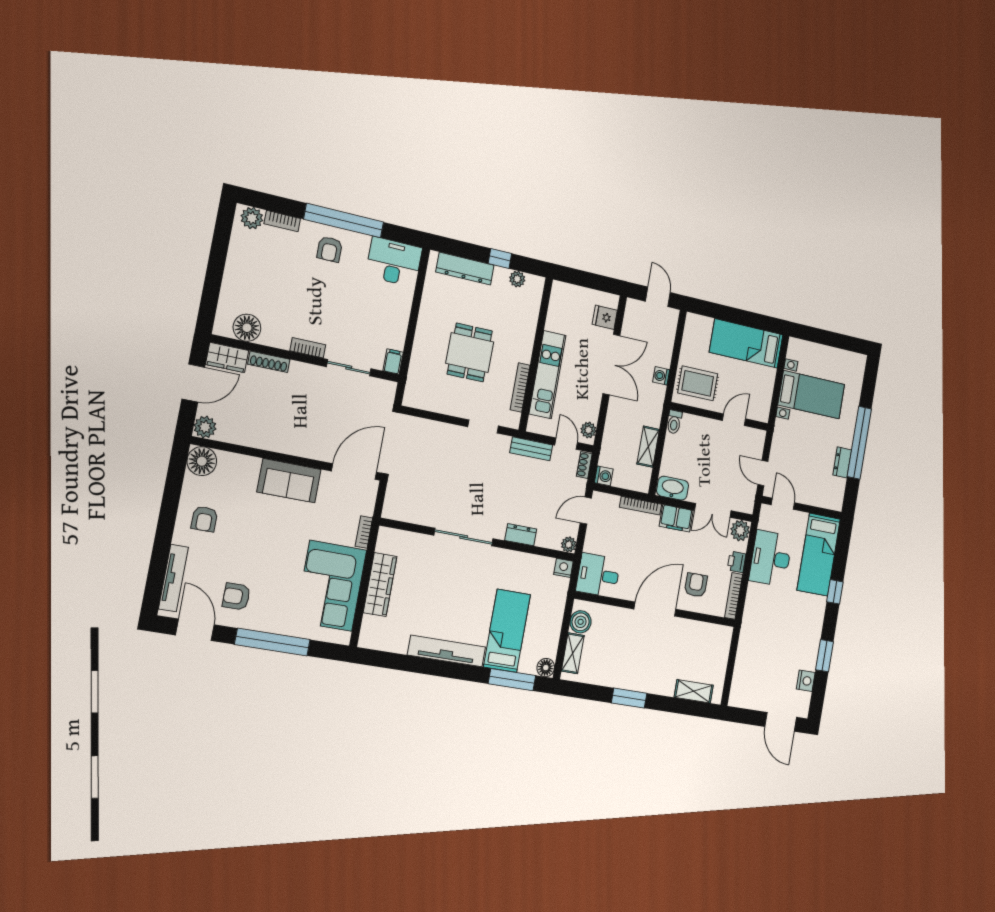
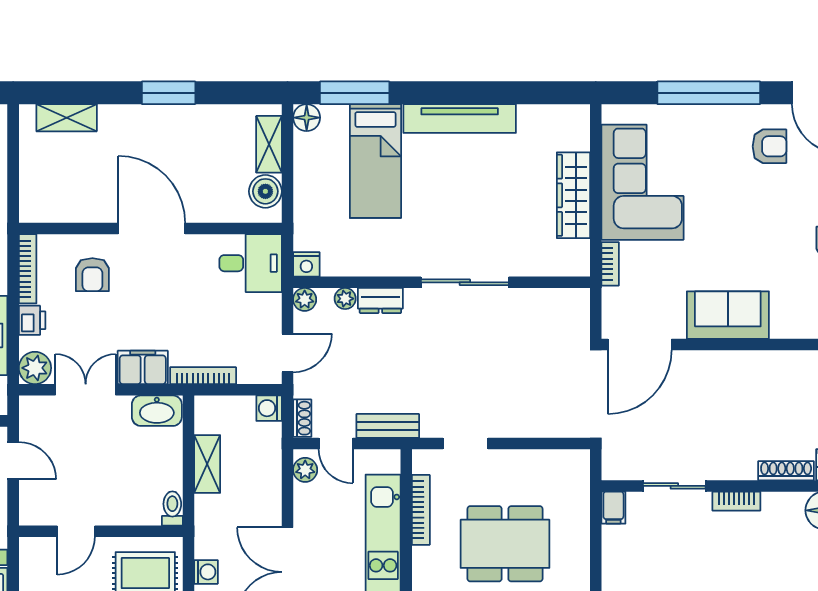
dining table: (470, 352) -> (505, 544), width x1.38
plant: (543, 540) -> (345, 299), added
door: (655, 609) -> (152, 229), swing flipped

